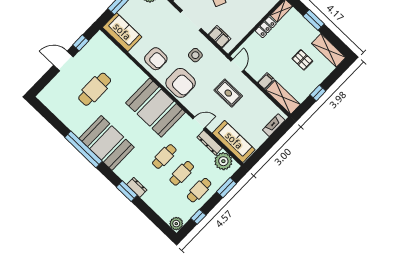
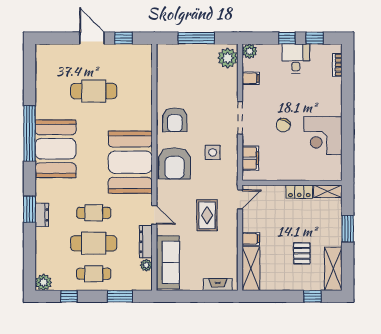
sofa: (122, 32) -> (169, 66), removed
window: (318, 93) -> (312, 296), moved
plant: (223, 161) -> (146, 265), width x0.53, depth x0.53
cafe table: (182, 173) -> (94, 243), width x1.37, depth x1.35

